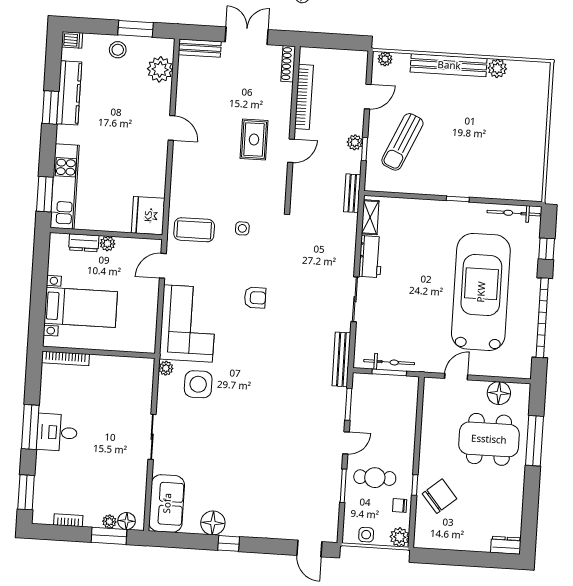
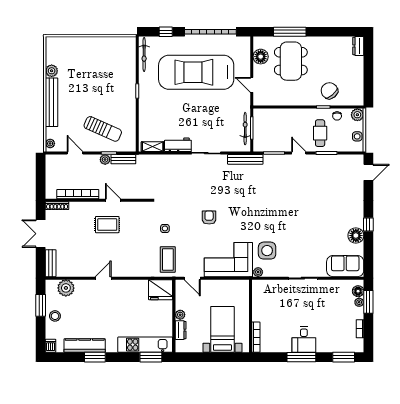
bench: (352, 193) -> (123, 159), moved

